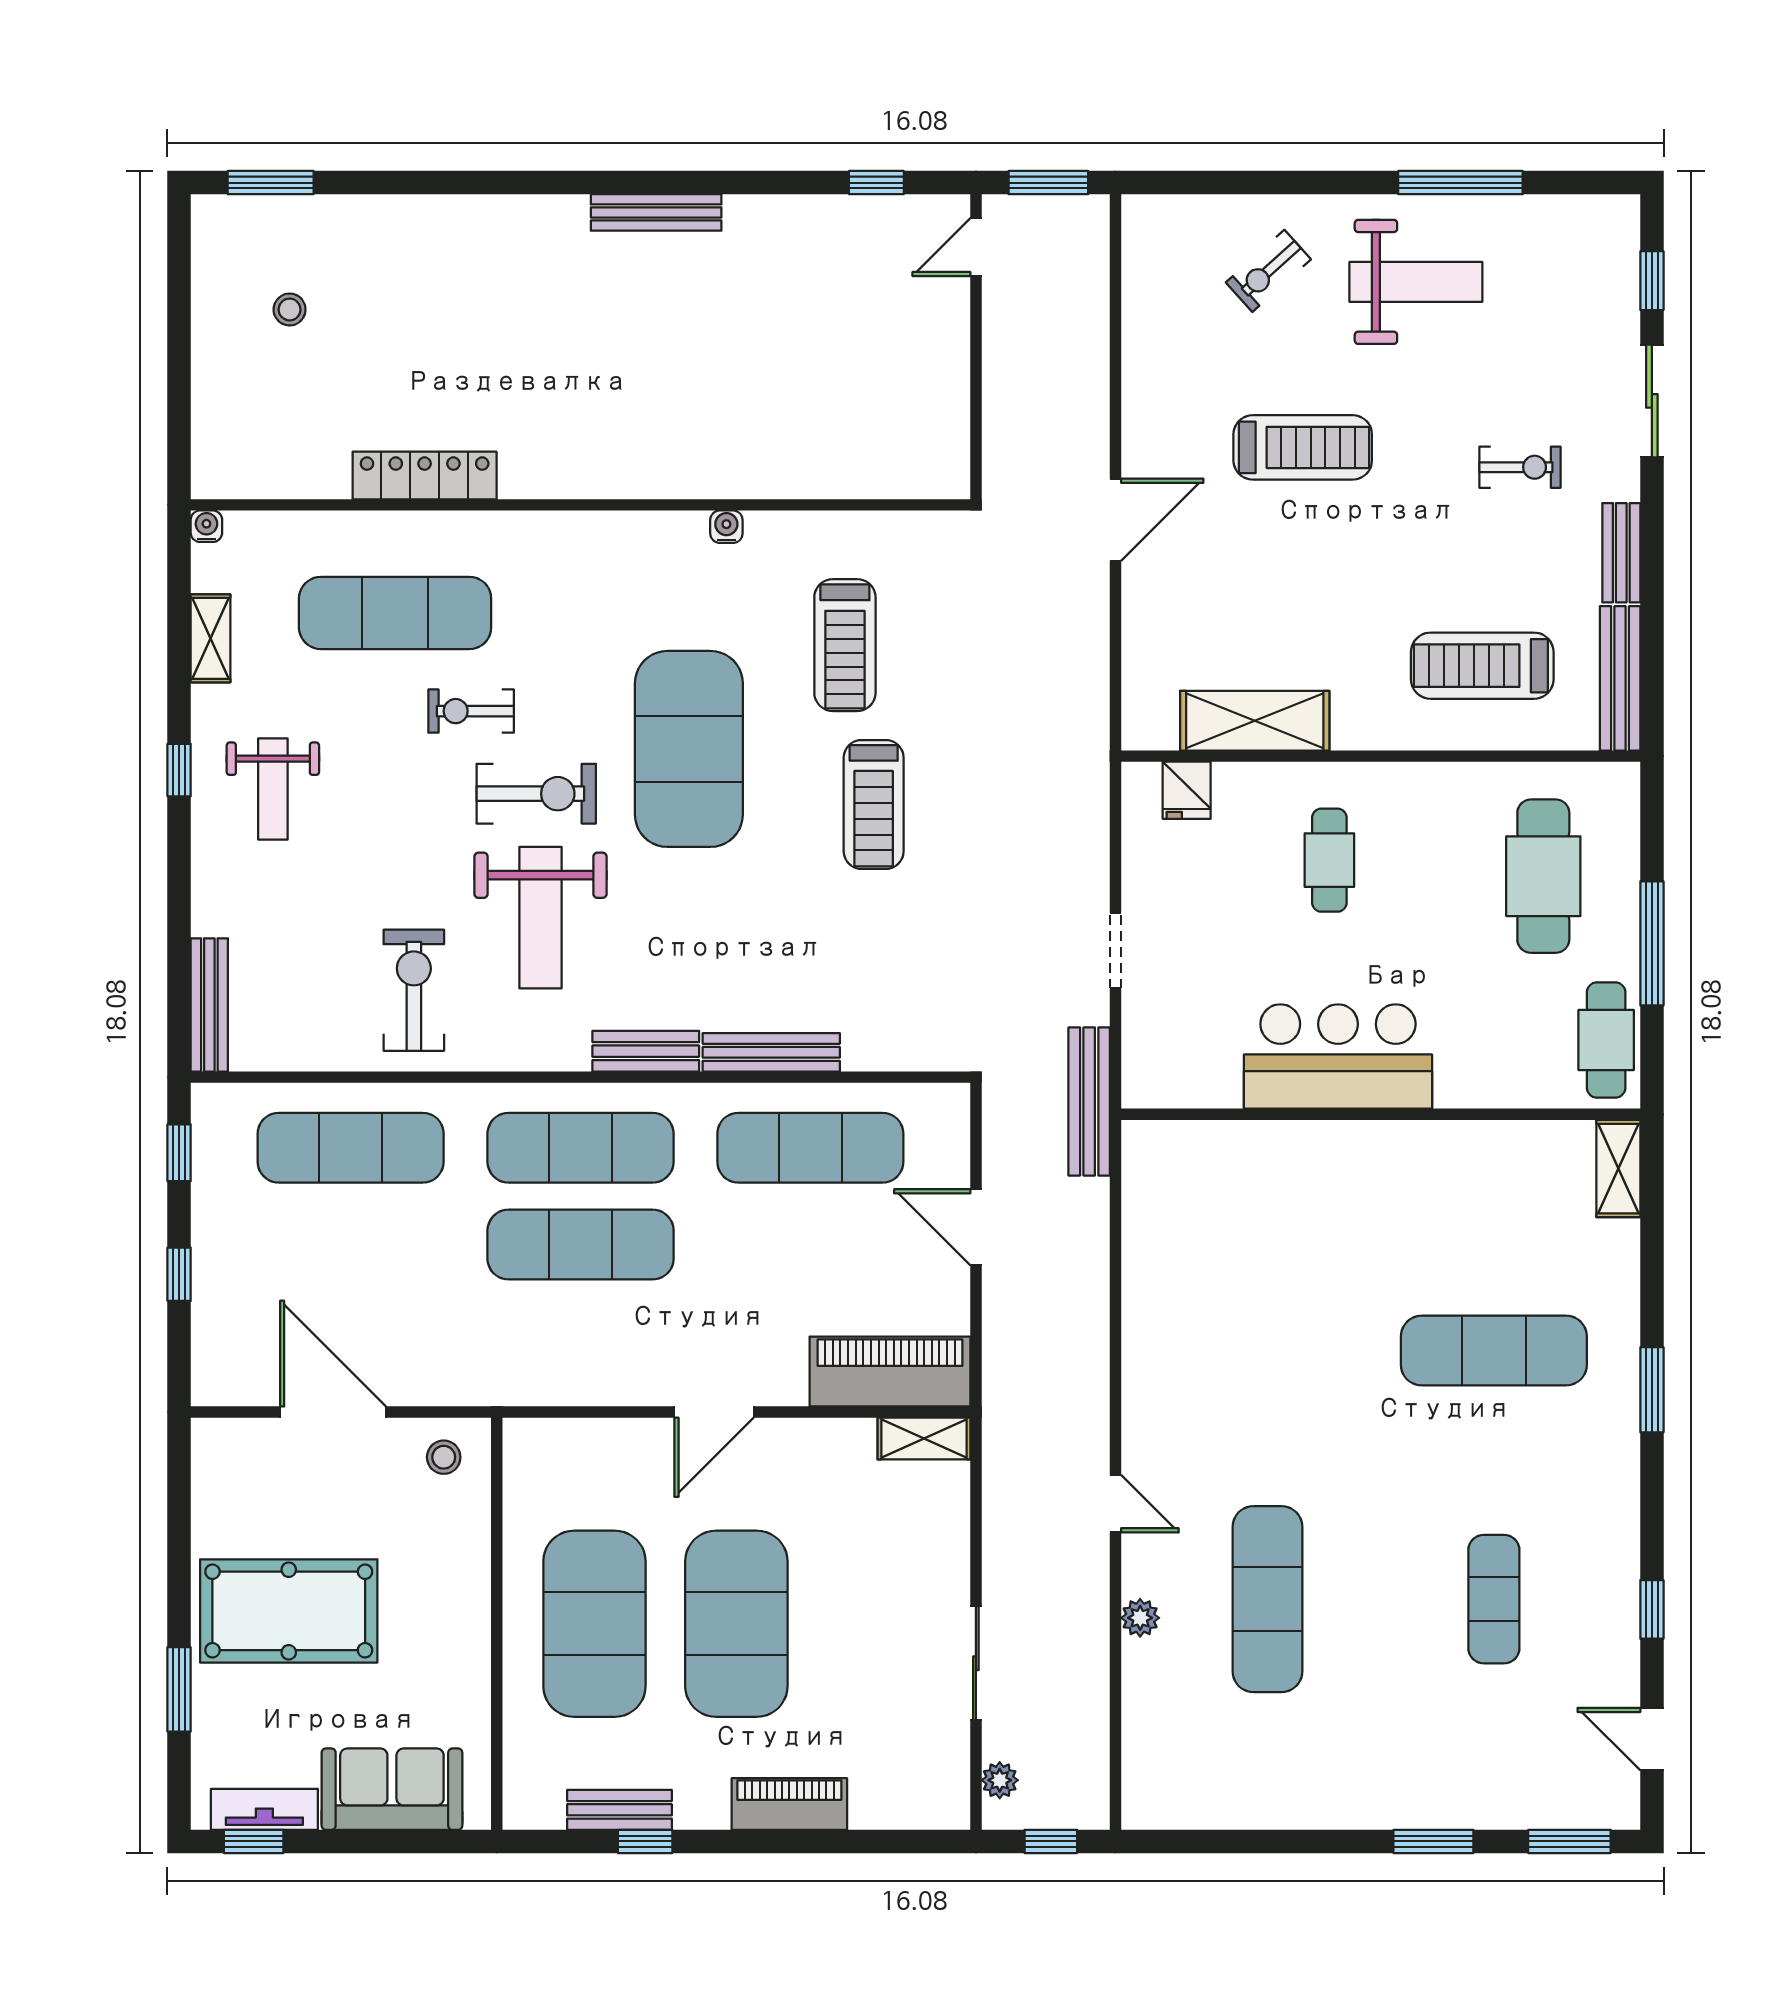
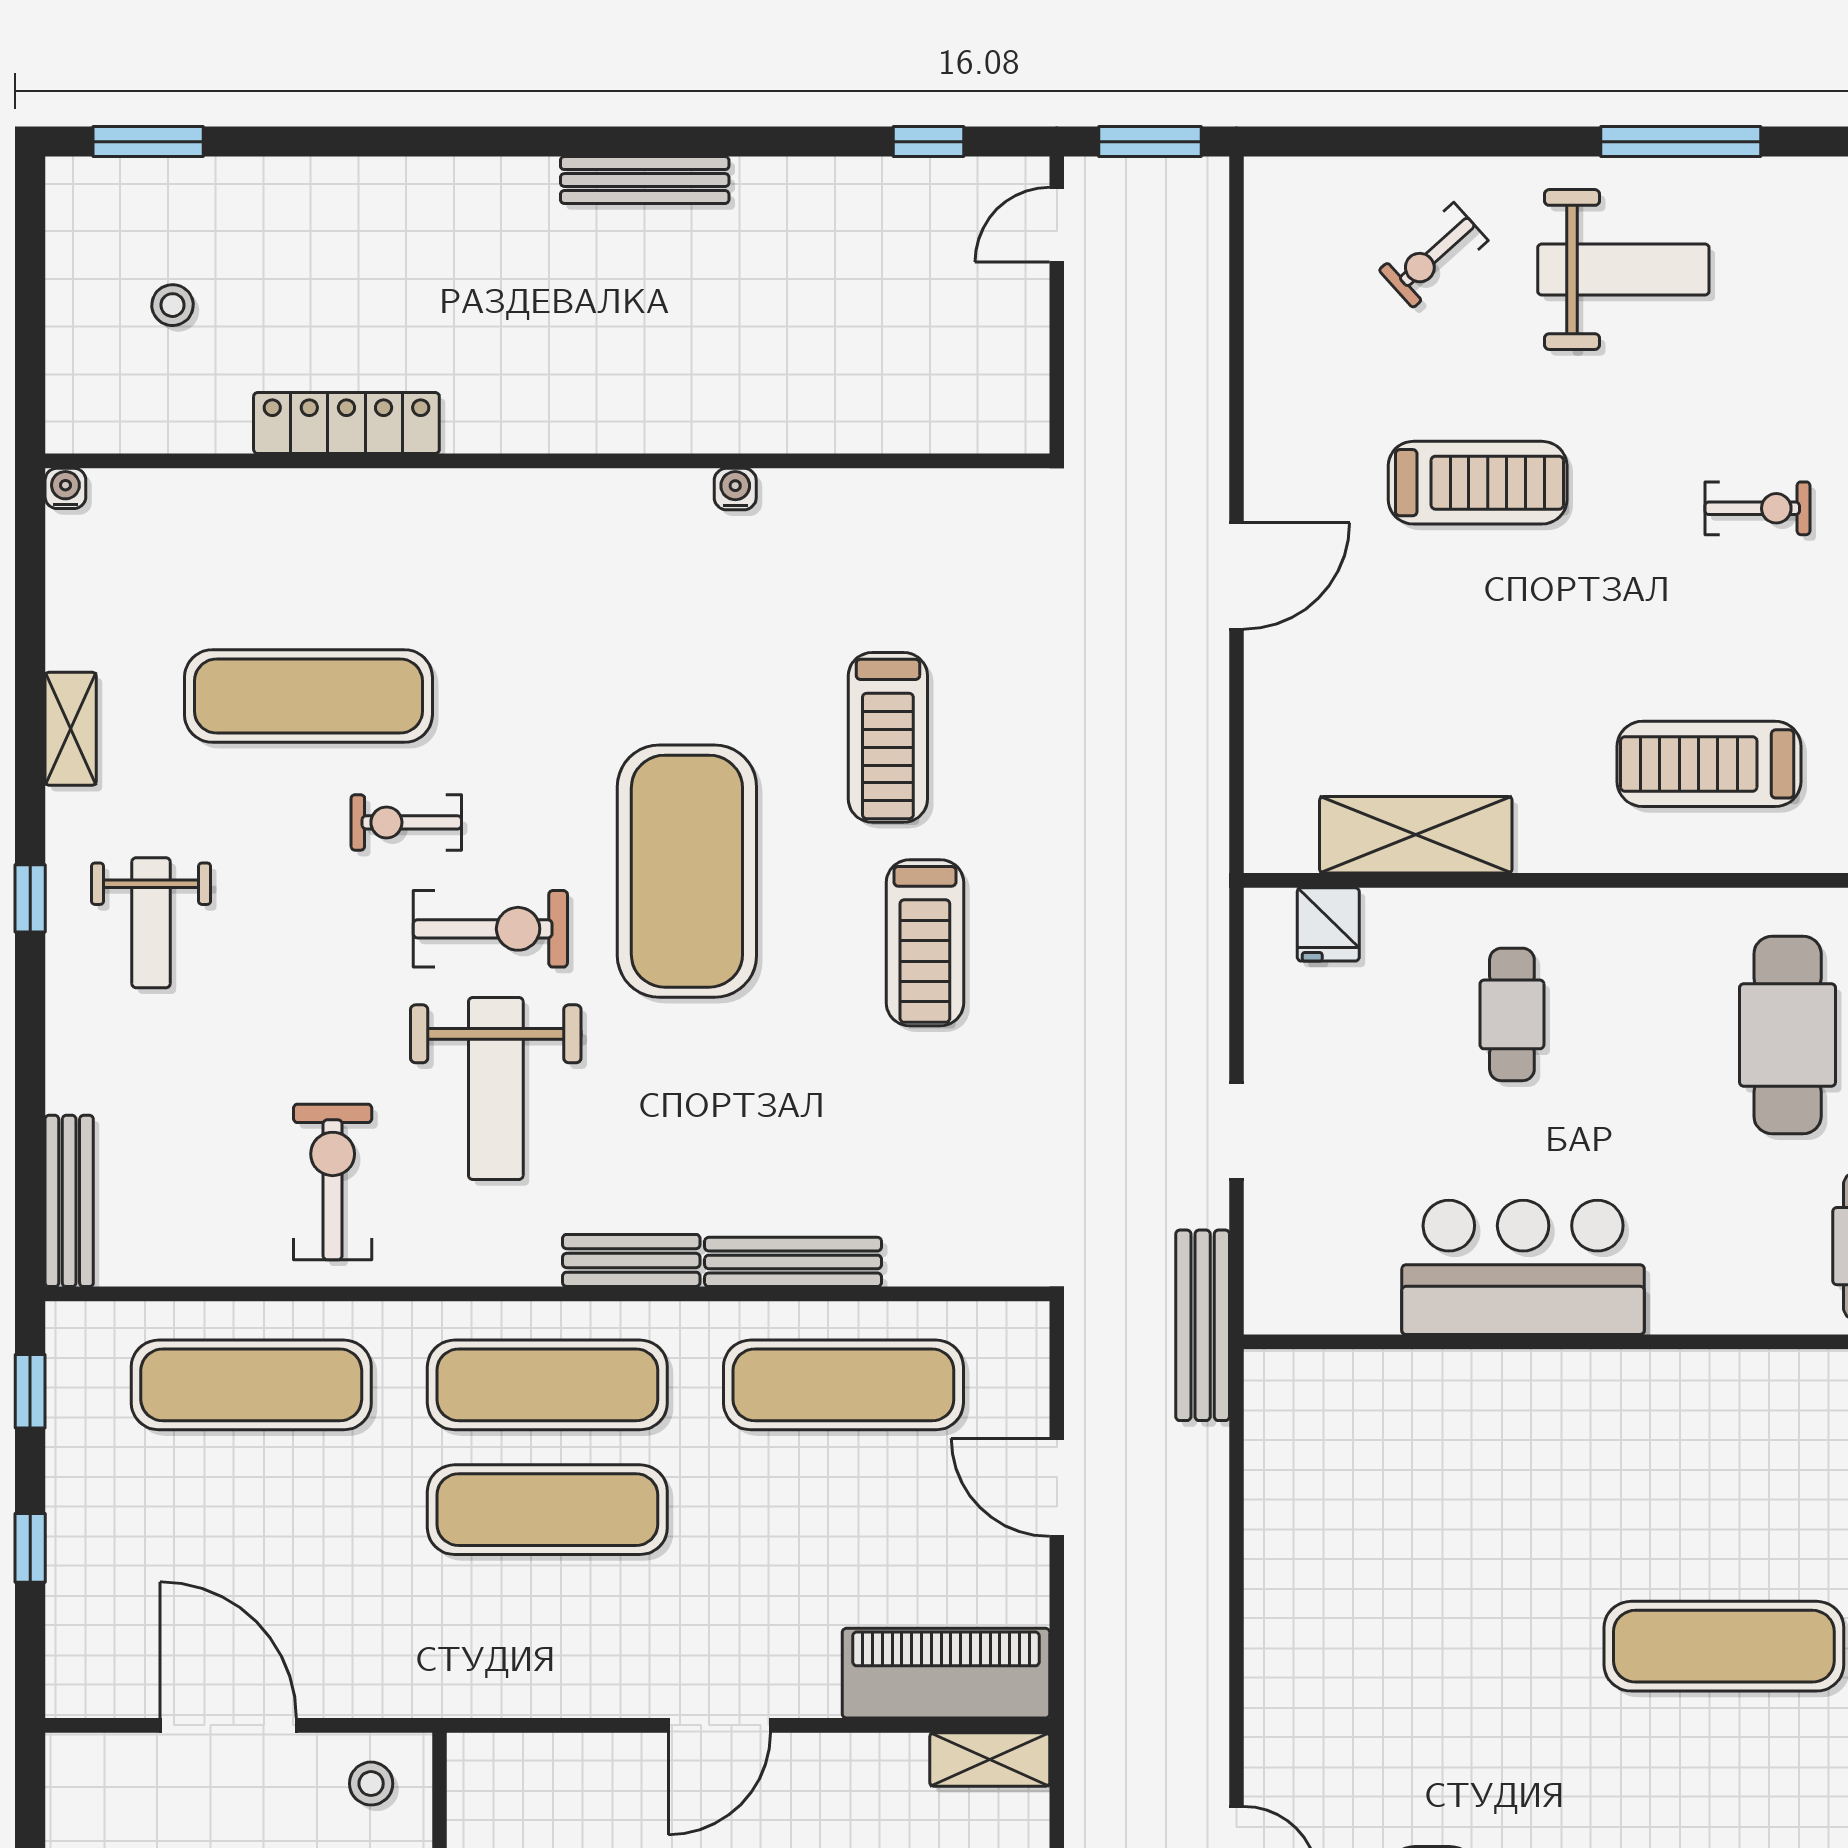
locker: (425, 475) -> (346, 423), moved
wall: (581, 505) -> (547, 461), moved
water cooler: (206, 526) -> (65, 488), moved
water cooler: (726, 527) -> (735, 489), moved

